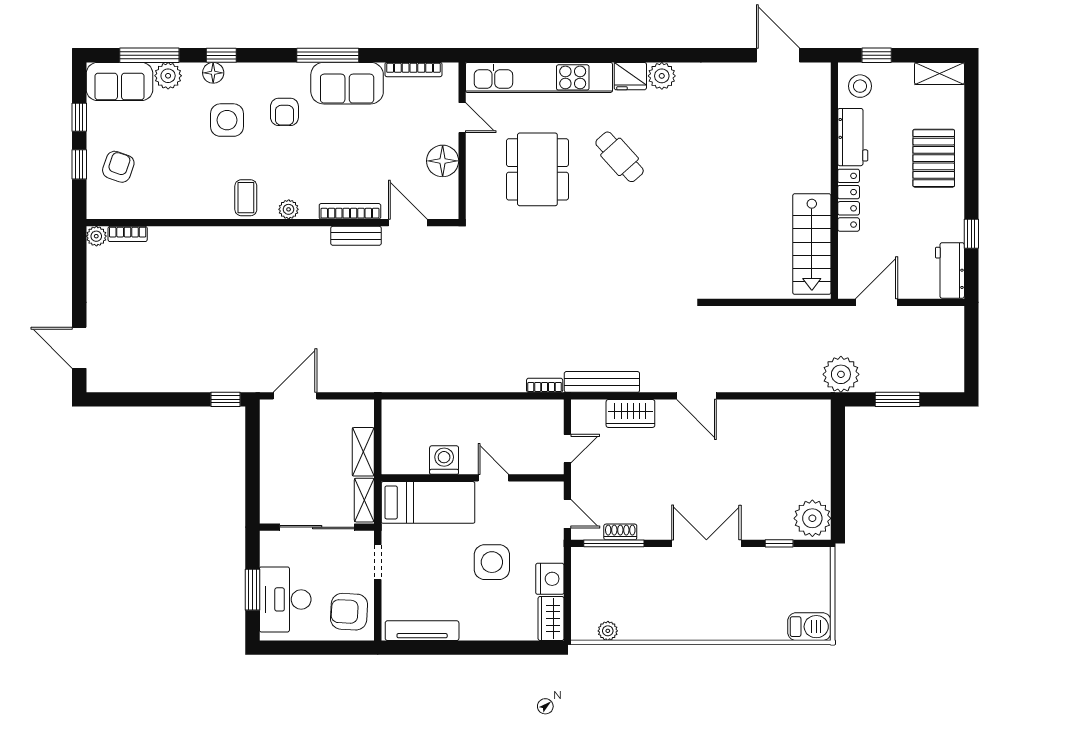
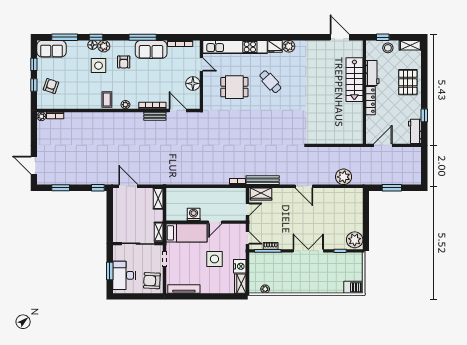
plant: (168, 76) -> (104, 46), moved
stool: (860, 86) -> (388, 48), moved
dining table: (537, 169) -> (234, 87), width x0.73
stairs: (812, 244) -> (354, 80), moved
plant: (841, 374) -> (344, 177), moved
door: (295, 396) -> (128, 186), hinge flipped
window: (140, 399) -> (61, 188), added
wardrobe: (630, 413) -> (261, 194), moved
shelving: (363, 452) -> (158, 199), moved
door: (493, 478) -> (215, 222), swing flipped

